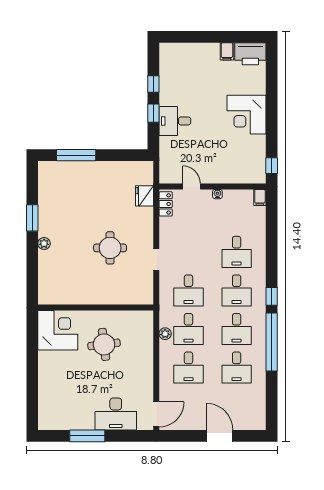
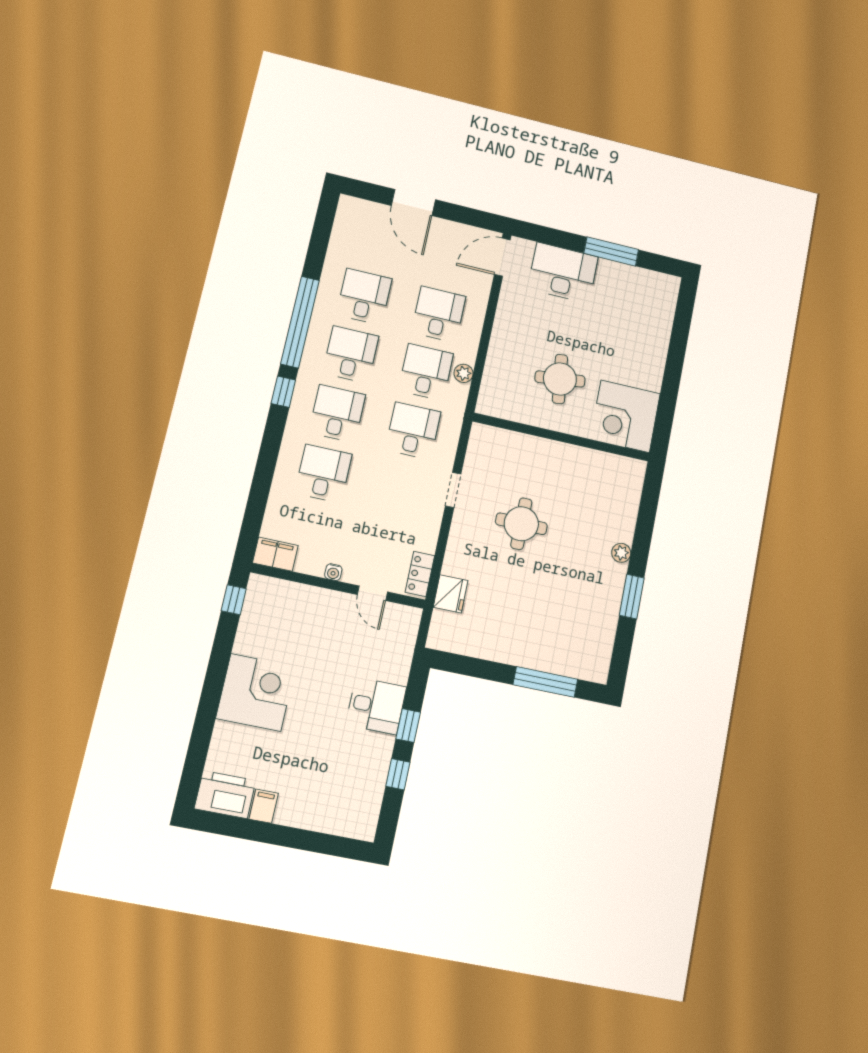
filing cabinet: (260, 197) -> (275, 554), width x2.00

